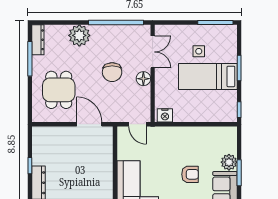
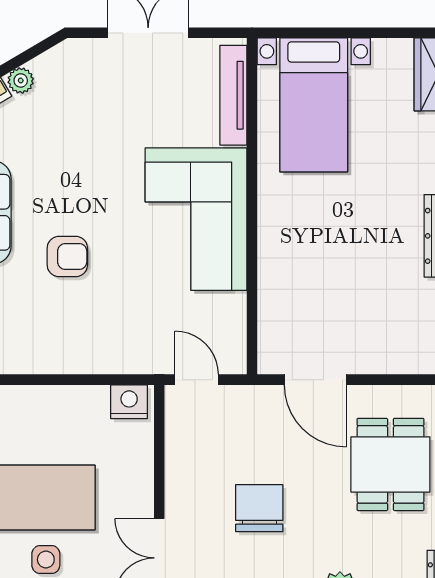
floor lamp: (143, 79) -> (182, 492), removed
armchair: (190, 174) -> (67, 256), turned 180

